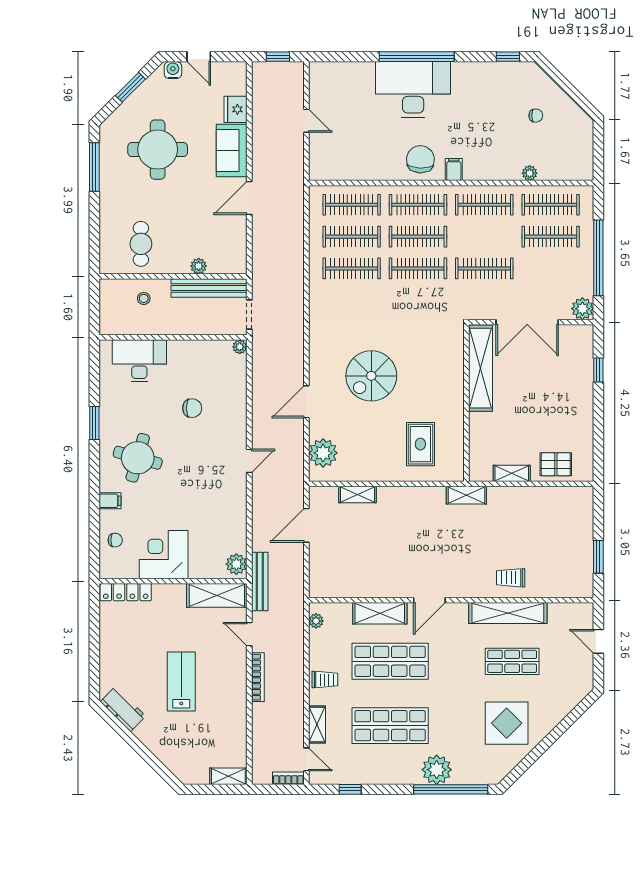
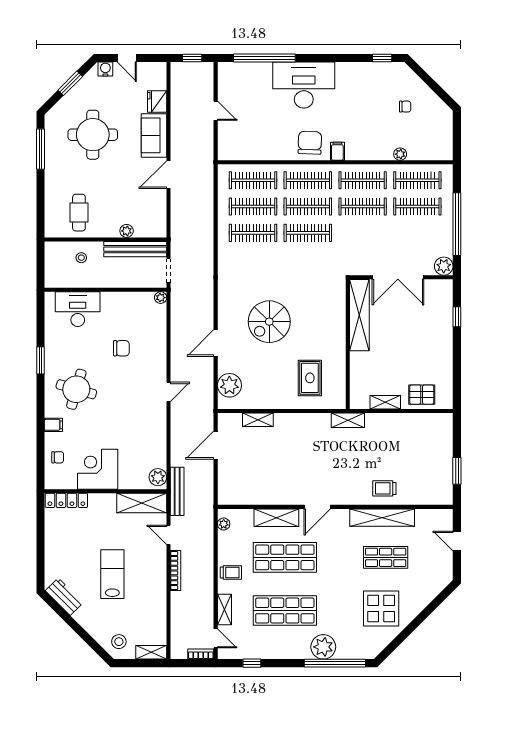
window: (417, 57) -> (264, 58), moved
clothes rail: (484, 268) -> (363, 207), moved
stool: (189, 763) -> (119, 642), added

